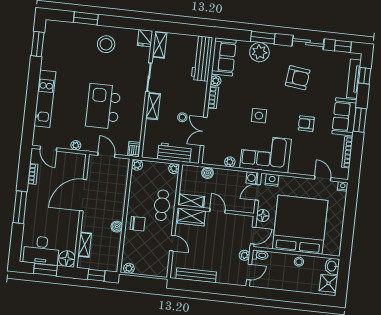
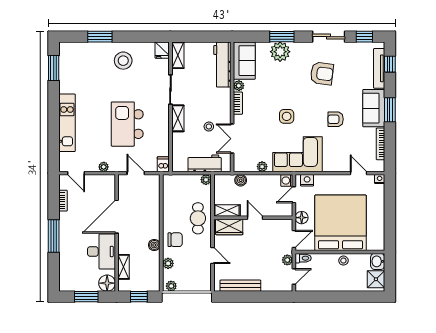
plant: (137, 165) -> (168, 263), moved
desk: (41, 250) -> (101, 251), moved, turned -90

